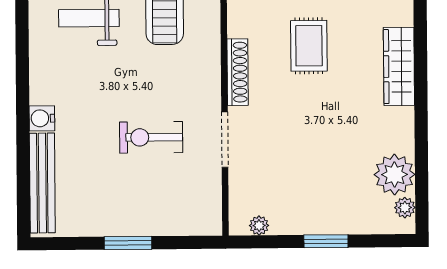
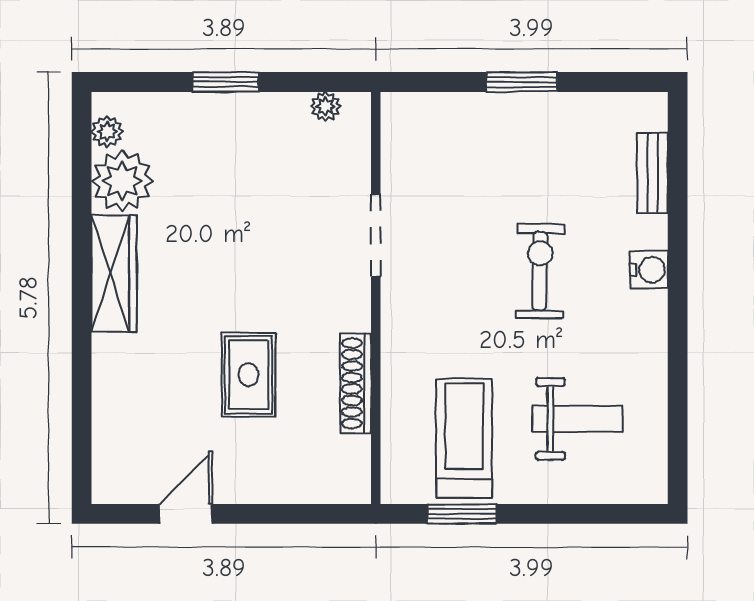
wardrobe: (399, 66) -> (114, 273), moved
shoe rack: (238, 72) -> (356, 383), moved
exercise bike: (151, 137) -> (540, 271), moved, turned -89
bench: (42, 183) -> (652, 173), width x0.54, depth x0.82

